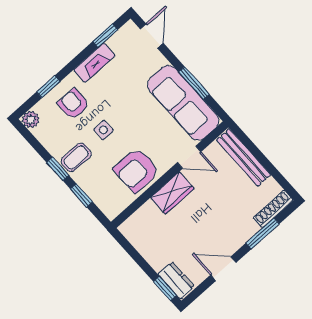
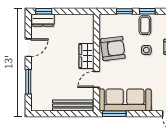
window: (194, 83) -> (114, 114), moved
armchair: (136, 170) -> (113, 48), turned 83
shoe rack: (273, 209) -> (35, 97), removed

